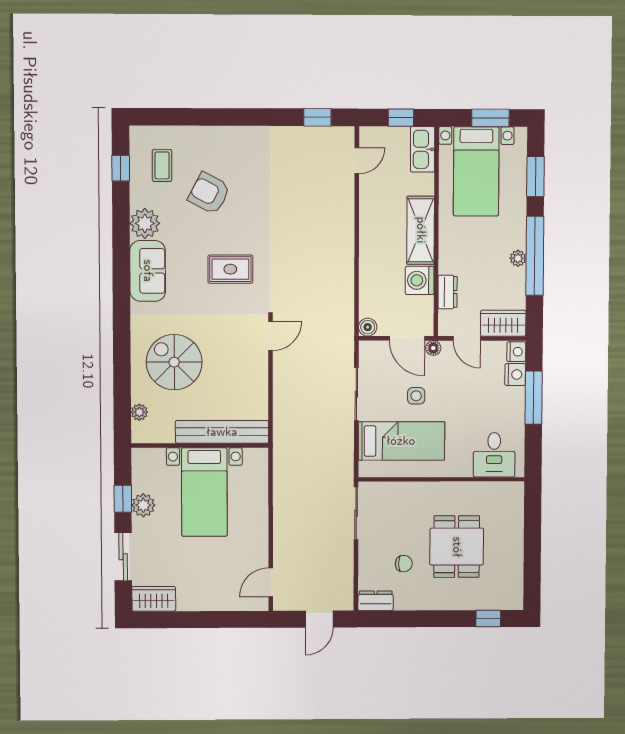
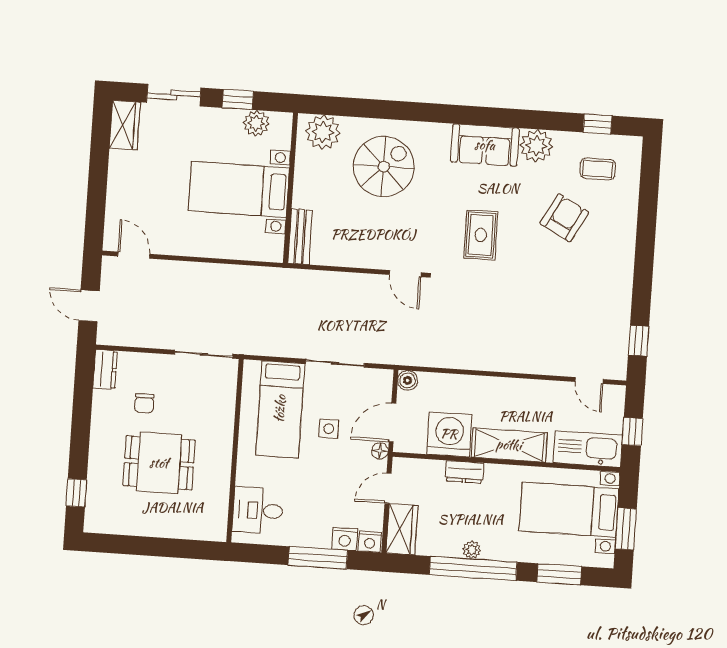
kitchen sink: (423, 149) -> (588, 449), width x1.36, depth x1.24
washing machine: (420, 280) -> (449, 434), width x1.37, depth x1.37
dresser: (448, 292) -> (464, 472), moved
plant: (139, 412) -> (323, 132), width x1.88, depth x1.88
bench: (222, 432) -> (300, 237), width x0.54, depth x0.82
plant: (143, 505) -> (256, 123), moved

